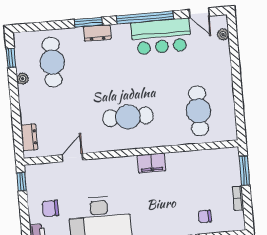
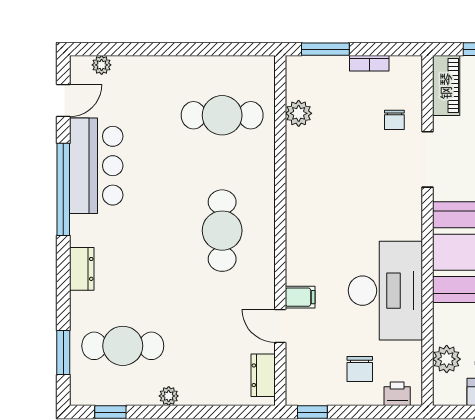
window: (88, 22) -> (63, 353), moved
plant: (23, 79) -> (169, 396), moved
dresser: (29, 137) -> (263, 375), moved, turned -90
plant: (204, 158) -> (299, 113), added
filing cabinet: (152, 163) -> (300, 297), moved, width x0.50

